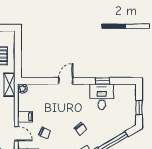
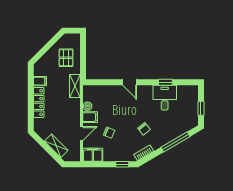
door: (66, 81) -> (130, 82), swing flipped
plant: (22, 89) -> (87, 106), moved
door: (16, 134) -> (81, 134), hinge flipped

